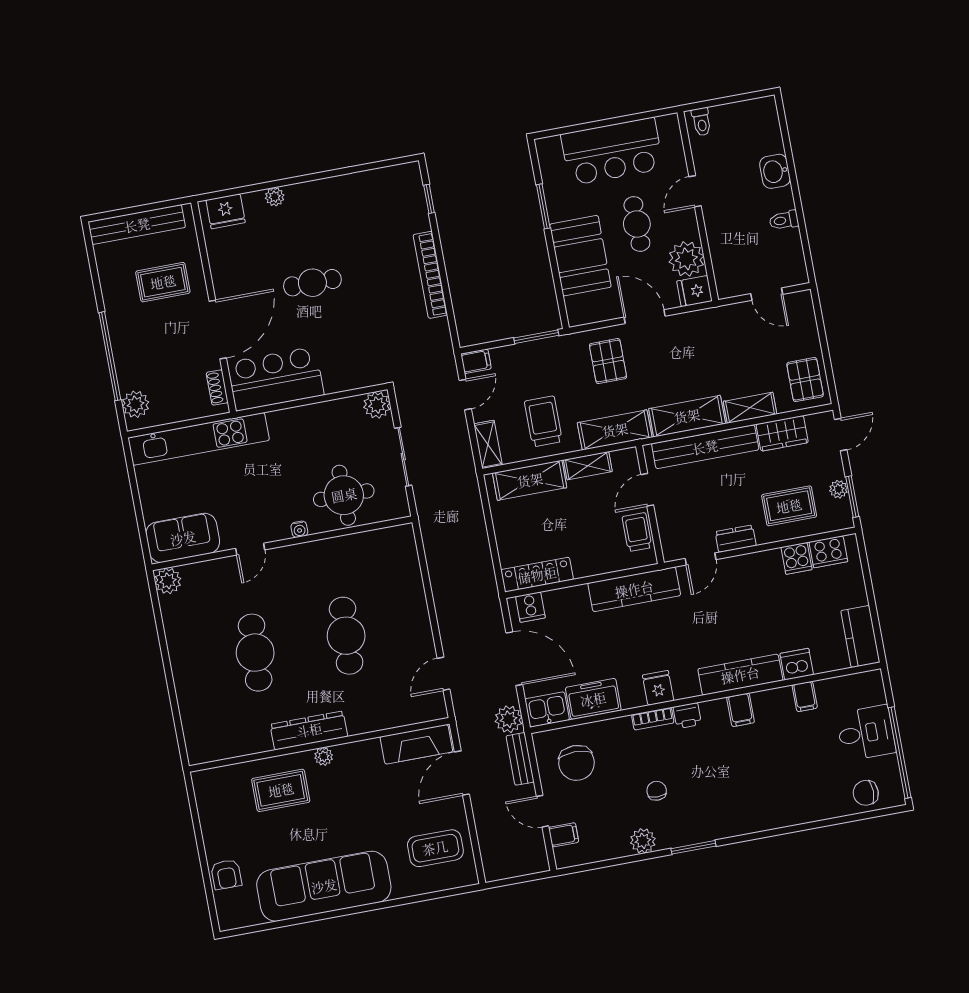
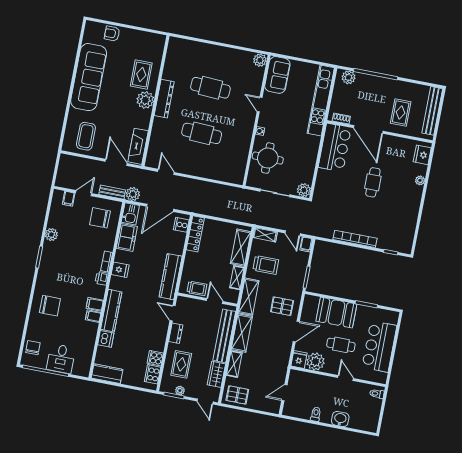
filing cabinet: (805, 696) -> (93, 316), moved
plant: (324, 756) -> (145, 100), width x1.88, depth x1.88
chair: (657, 791) -> (50, 306), moved, width x1.87, depth x1.87

